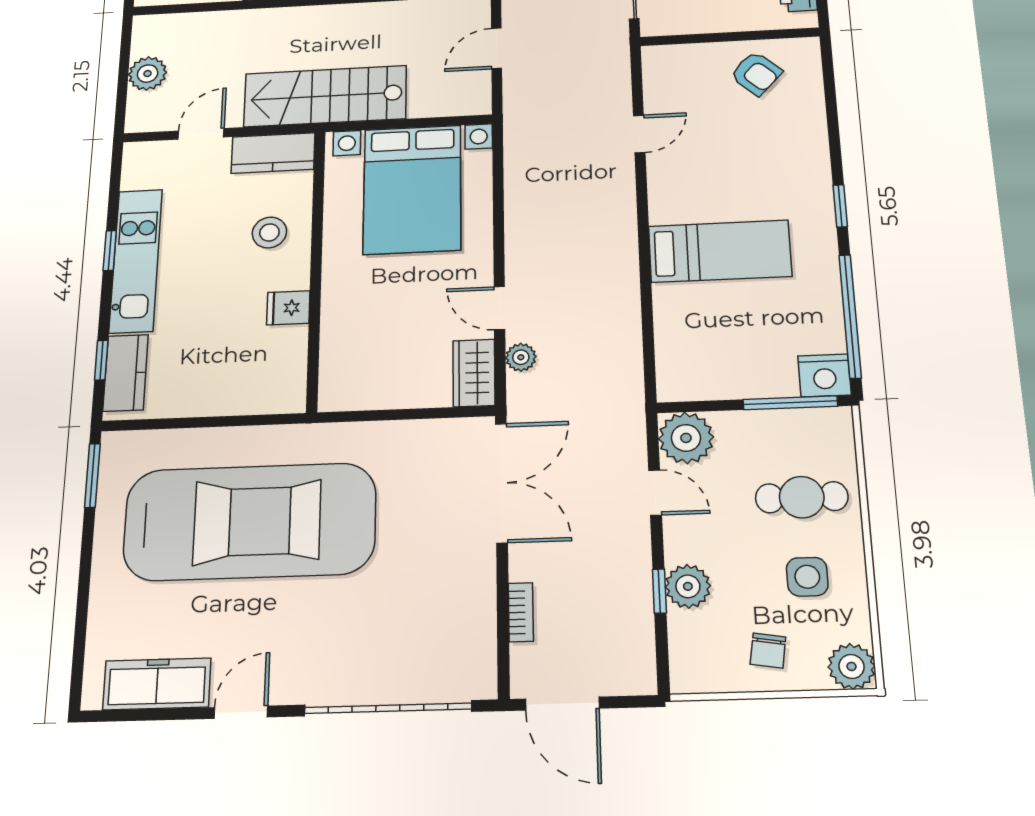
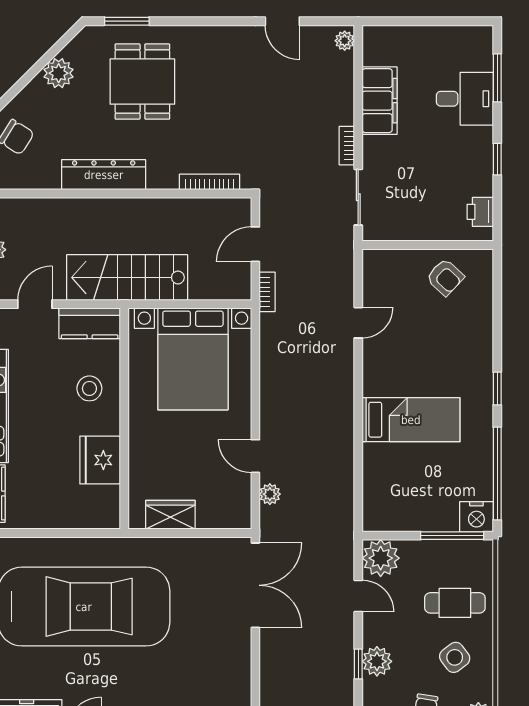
fridge: (288, 308) -> (100, 460), width x1.88, depth x1.34
wardrobe: (474, 373) -> (170, 515), moved, turned 90
side table: (807, 577) -> (455, 657), turned -37
bookcase: (521, 612) -> (267, 292), moved

